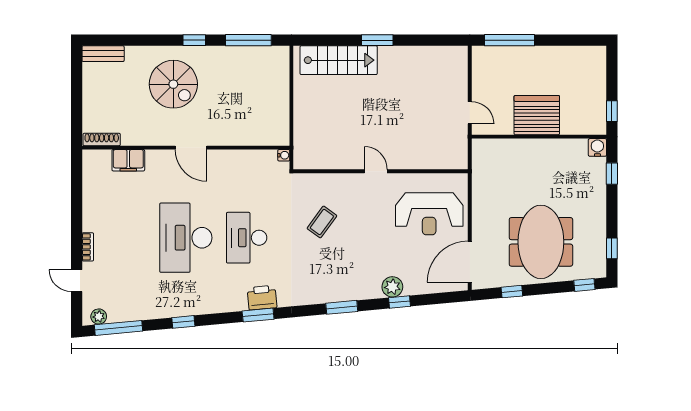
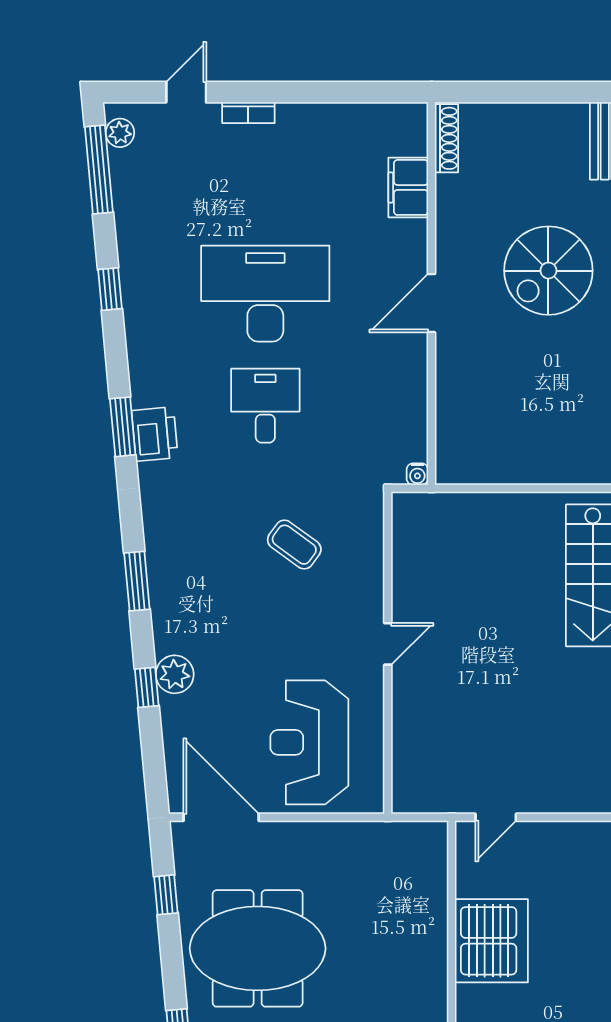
desk: (247, 238) -> (265, 406), width x0.73

